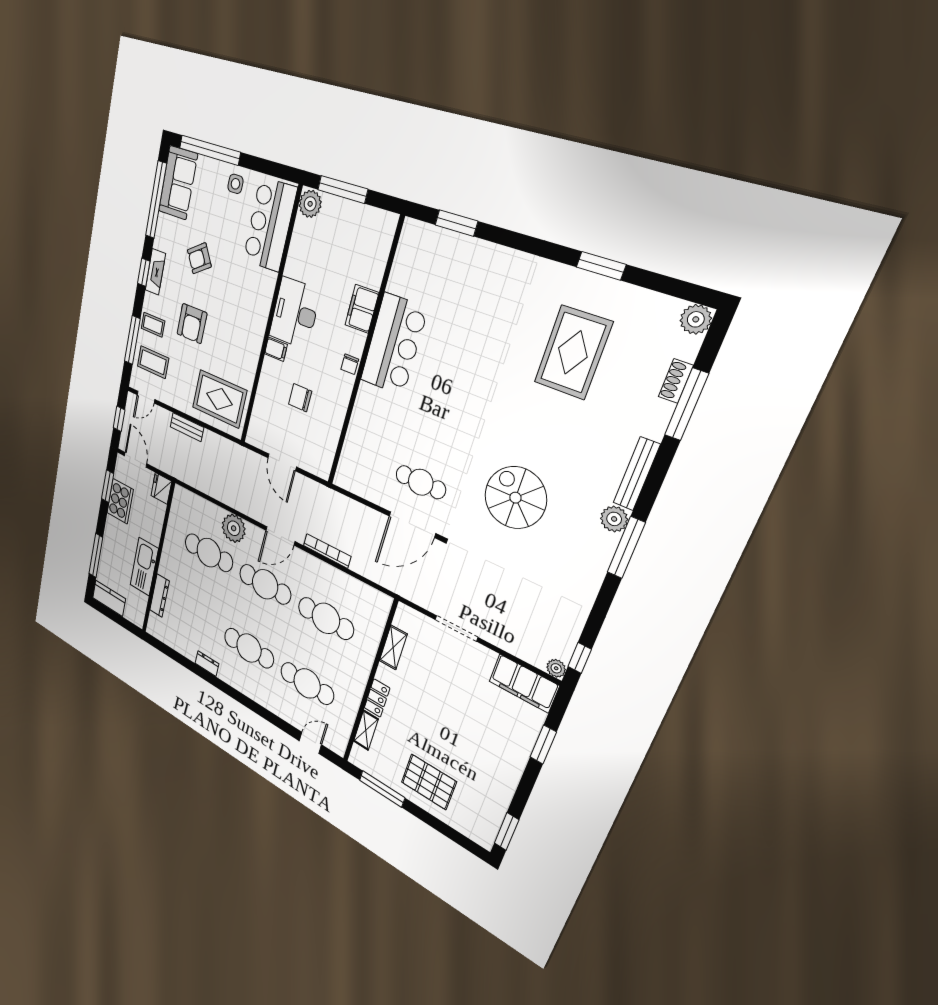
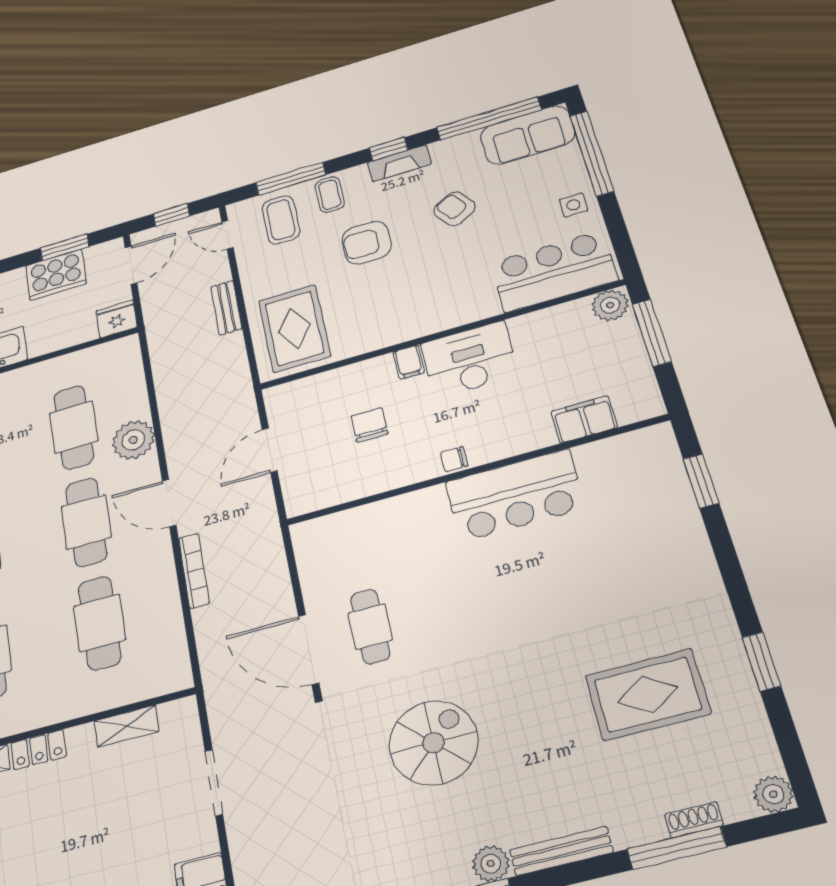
filing cabinet: (362, 309) -> (584, 419), moved

